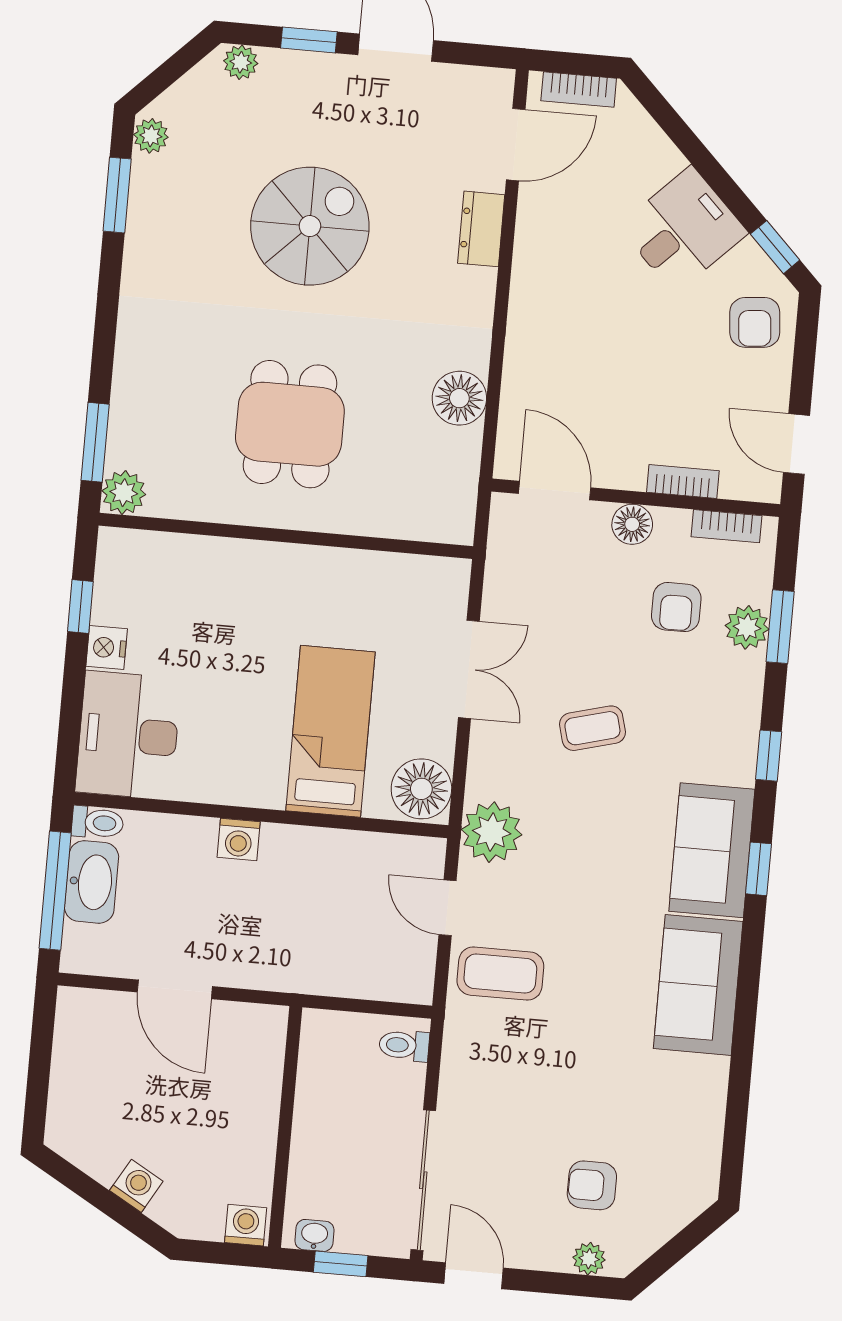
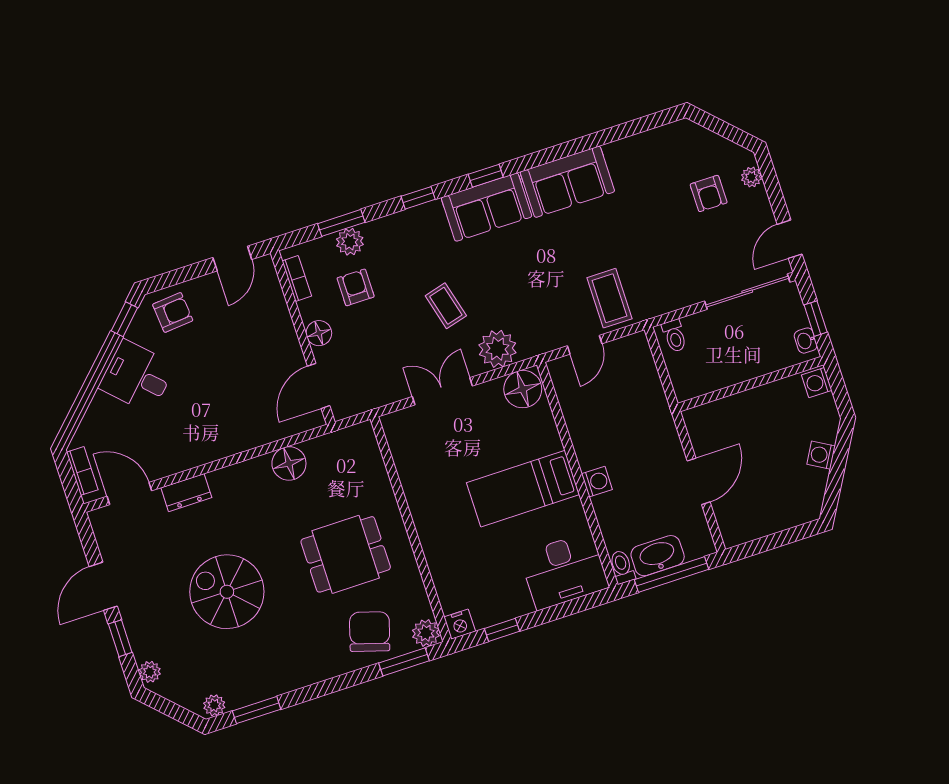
chair: (161, 411) -> (370, 632), added
bookcase: (683, 481) -> (282, 315), removed
armchair: (676, 607) -> (356, 287), turned -90
nightstand: (107, 648) -> (460, 624), moved
bed: (330, 731) -> (523, 489), moved
plant: (492, 832) -> (497, 349), moved

